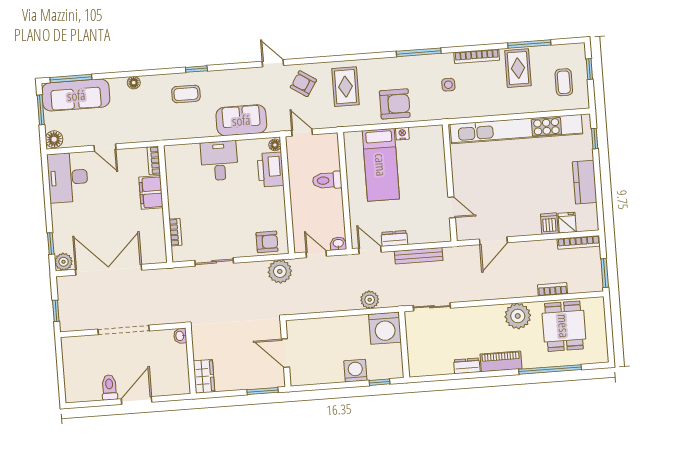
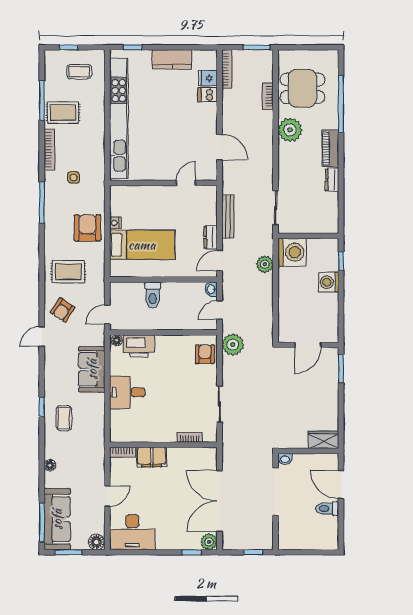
washbasin: (180, 336) -> (285, 459), moved
wall: (191, 361) -> (308, 451), moved
wardrobe: (204, 376) -> (324, 440), moved

